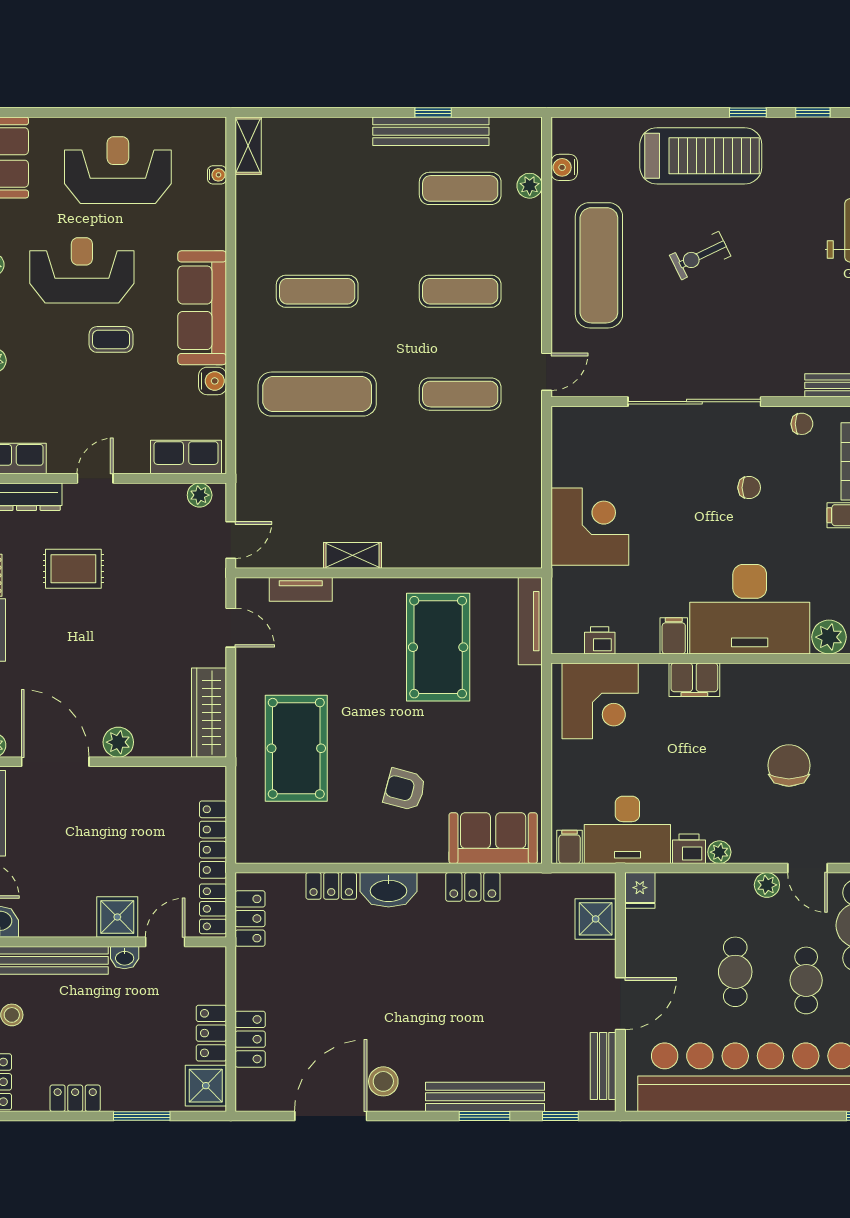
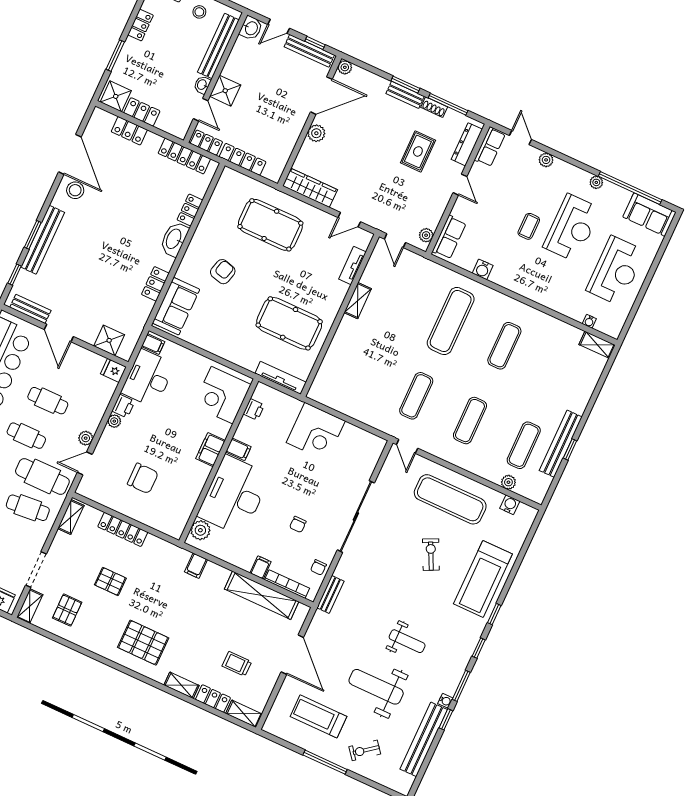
sofa: (202, 308) -> (523, 282), removed
locker: (250, 919) -> (184, 156), width x1.53

